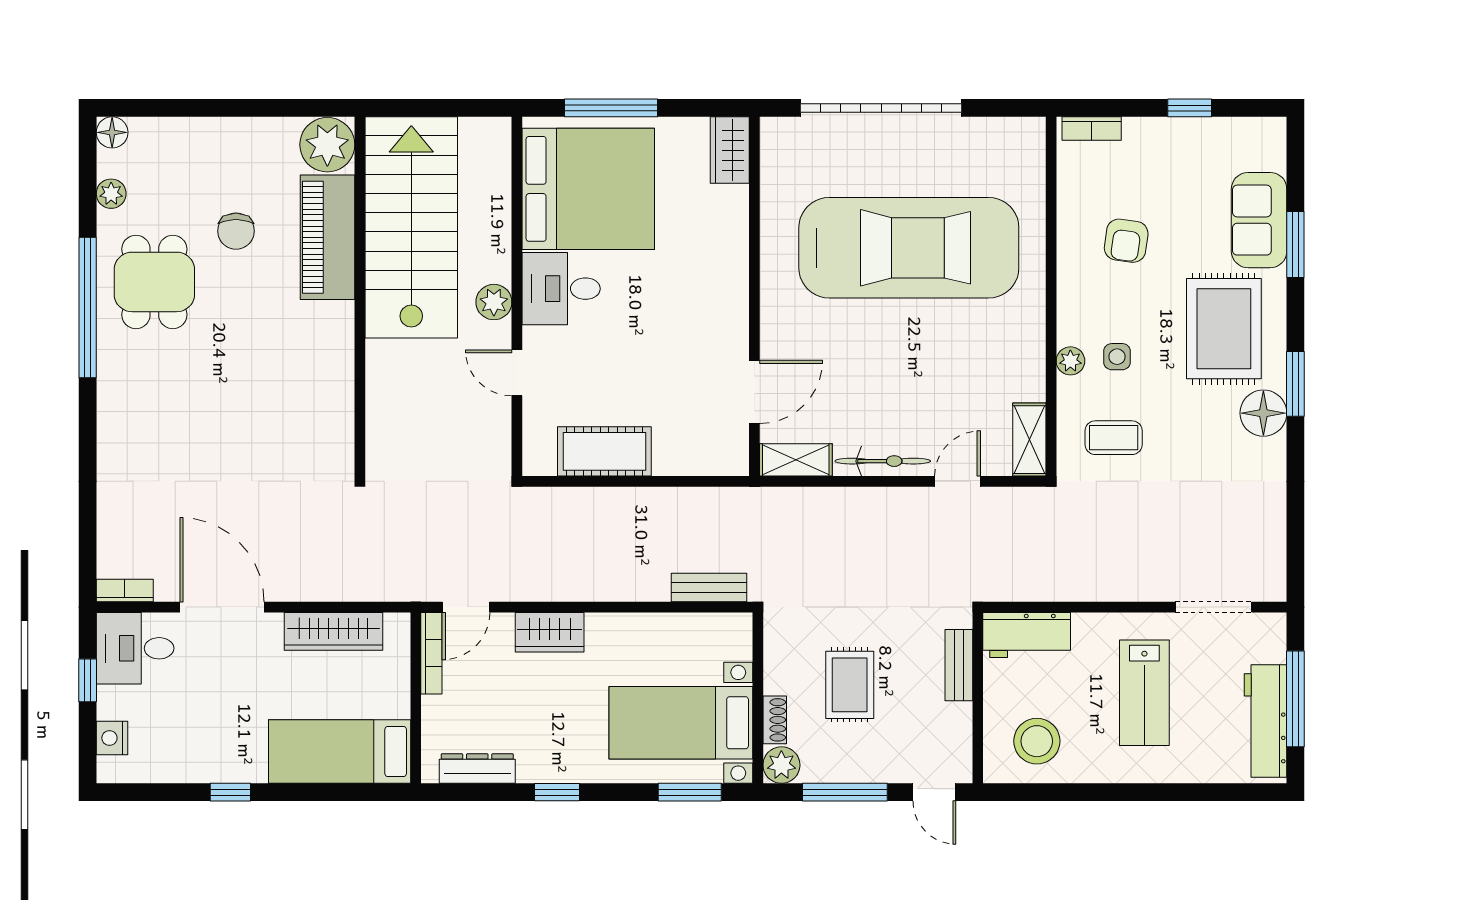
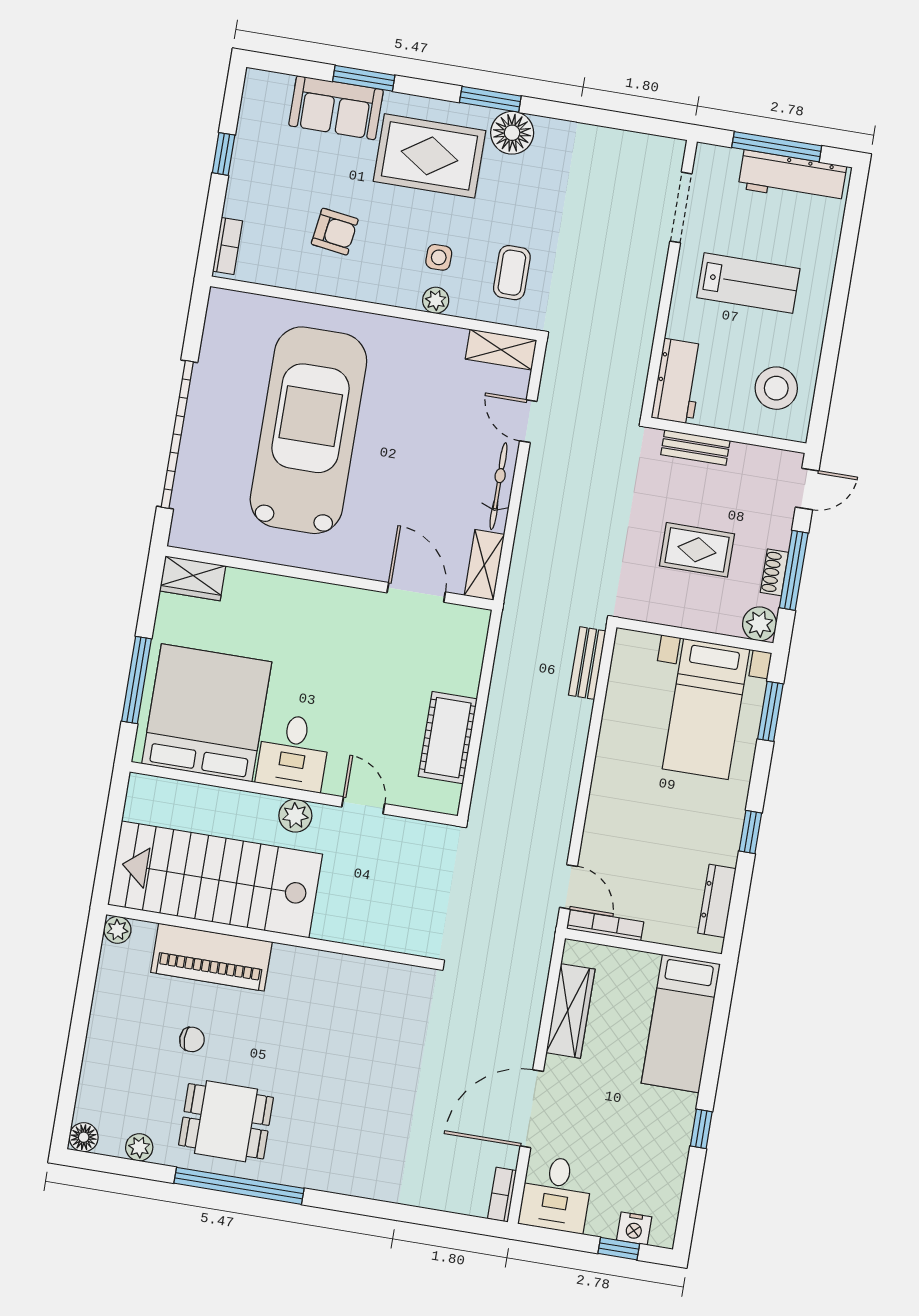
plant: (327, 145) -> (117, 930), width x0.53, depth x0.53
chair: (236, 231) -> (192, 1039), width x0.73, depth x0.73
door: (517, 373) -> (363, 805), swing flipped
wardrobe: (550, 632) -> (604, 815), removed
window: (88, 680) -> (619, 1249), moved
shoe rack: (775, 720) -> (774, 572), moved, turned -90

